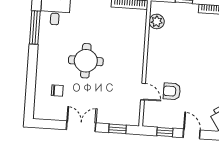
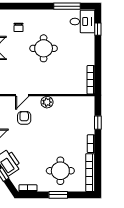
plant: (157, 21) -> (47, 102), moved

